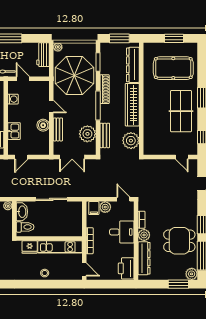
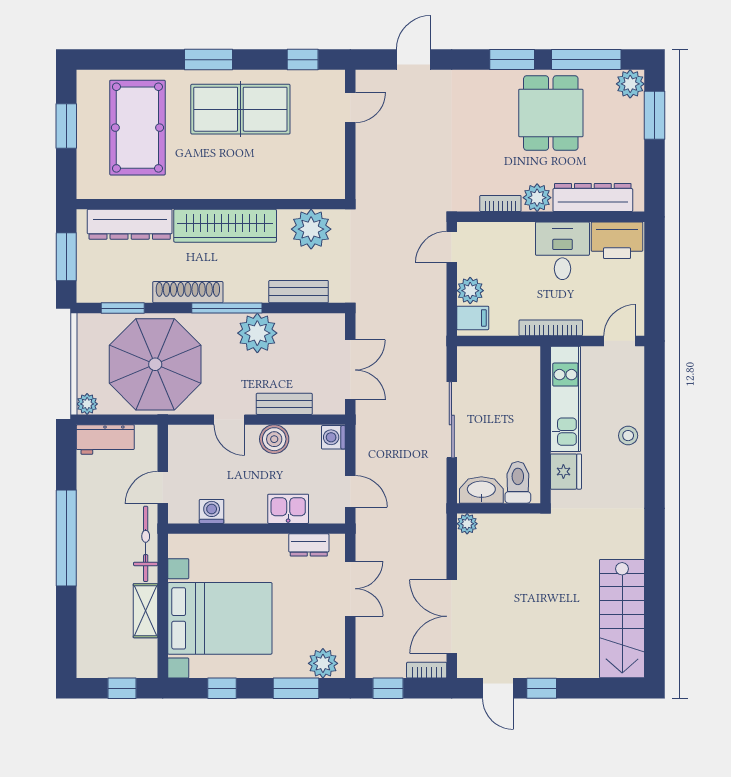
door: (51, 106) -> (229, 420), swing flipped
plant: (87, 134) -> (257, 333), moved
washing machine: (44, 150) -> (333, 437), added
desk: (122, 232) -> (562, 251), moved

